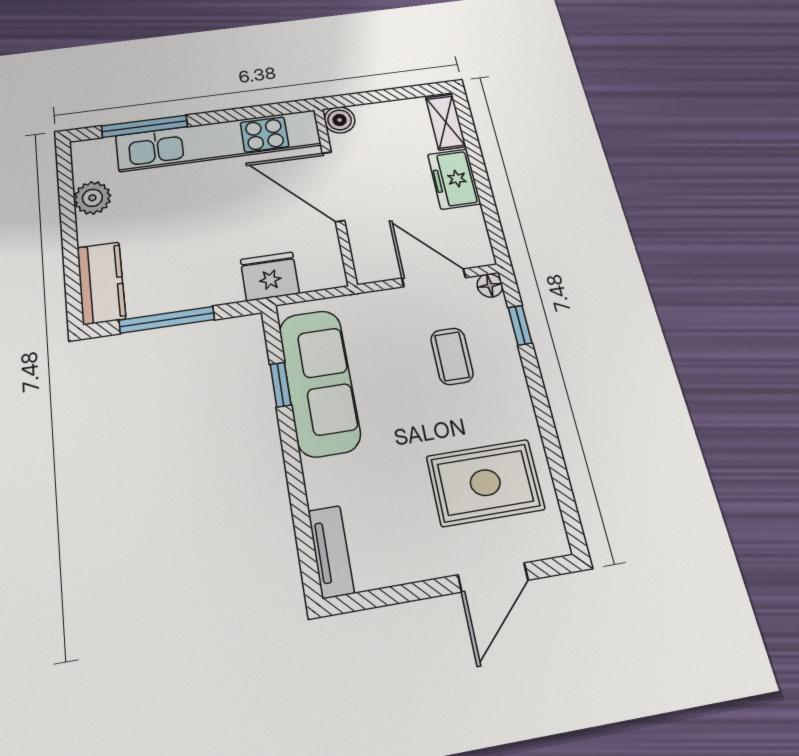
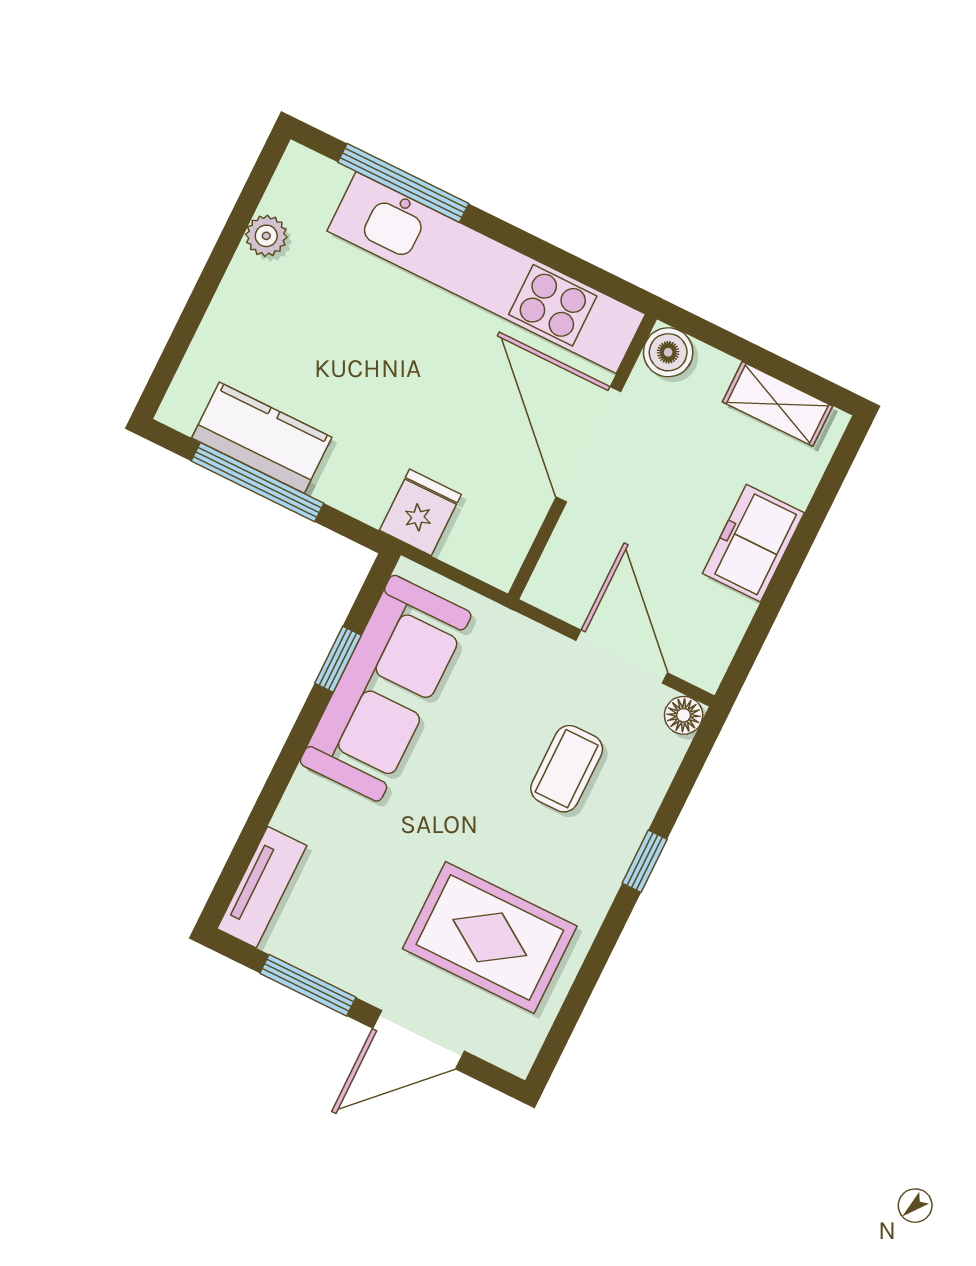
shelving: (446, 122) -> (778, 404), moved, turned 90
plant: (92, 198) -> (266, 236), width x0.73, depth x0.73
fridge: (270, 276) -> (420, 512), width x0.72
kitchen counter: (101, 283) -> (262, 438), moved, turned -90
window: (520, 325) -> (645, 861), moved
window: (403, 594) -> (308, 985), added

